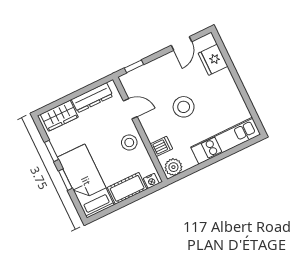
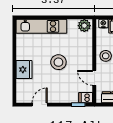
fridge: (213, 60) -> (24, 70), moved
dishwasher: (161, 146) -> (86, 98), moved

